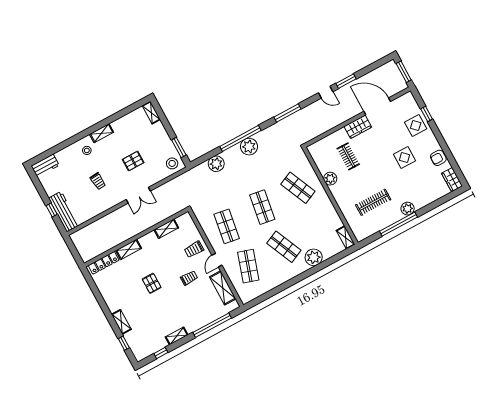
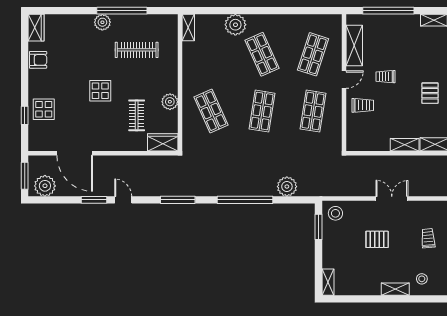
wardrobe: (358, 127) -> (163, 142), moved
plant: (249, 147) -> (45, 186), moved
display table: (404, 158) -> (100, 91), moved
shelving: (166, 229) -> (405, 145), moved

